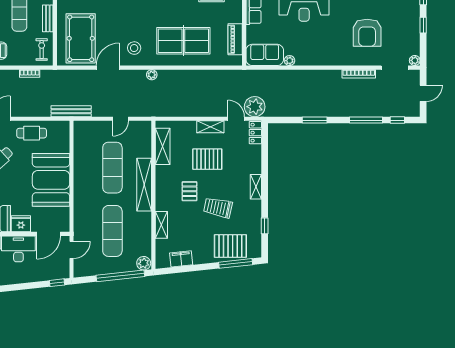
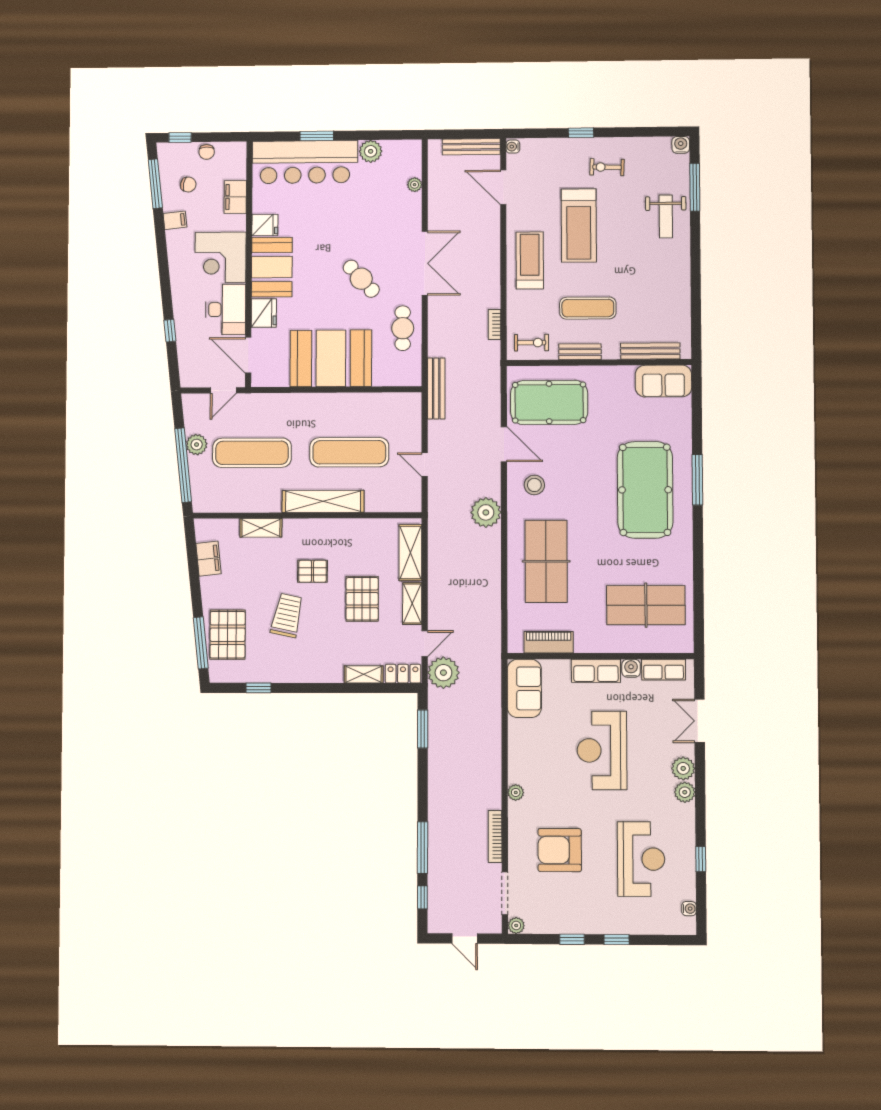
plant: (290, 61) -> (516, 792), moved
plant: (152, 75) -> (486, 512), width x1.87, depth x1.87
window: (315, 120) -> (423, 729), moved
shelving: (163, 146) -> (410, 553), moved, turned 90
shelving: (256, 187) -> (364, 674), moved
door: (72, 250) -> (223, 390), hinge flipped
plant: (144, 263) -> (197, 445), moved
window: (57, 283) -> (170, 331), moved

